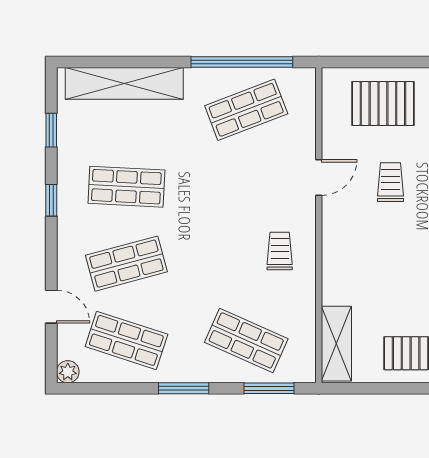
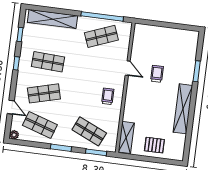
pallet: (383, 104) -> (158, 41), removed
door: (319, 178) -> (128, 68), hinge flipped

